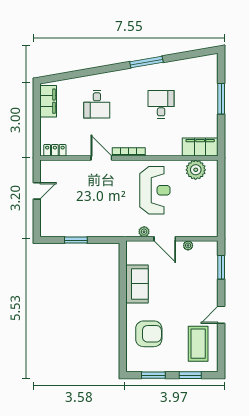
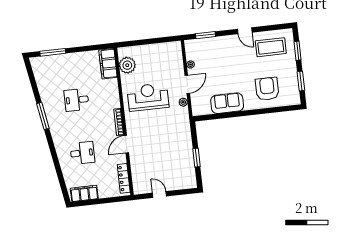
window: (221, 99) -> (53, 52), moved
locker: (55, 150) -> (124, 178), width x1.53

